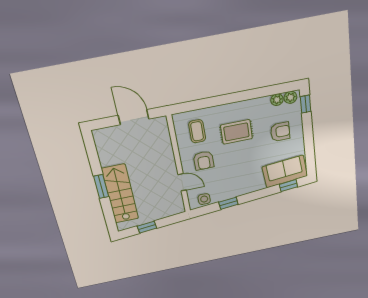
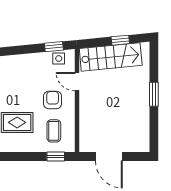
window: (190, 106) -> (56, 156), added
stairs: (120, 194) -> (111, 57), moved, turned -96
window: (228, 203) -> (54, 47), moved

